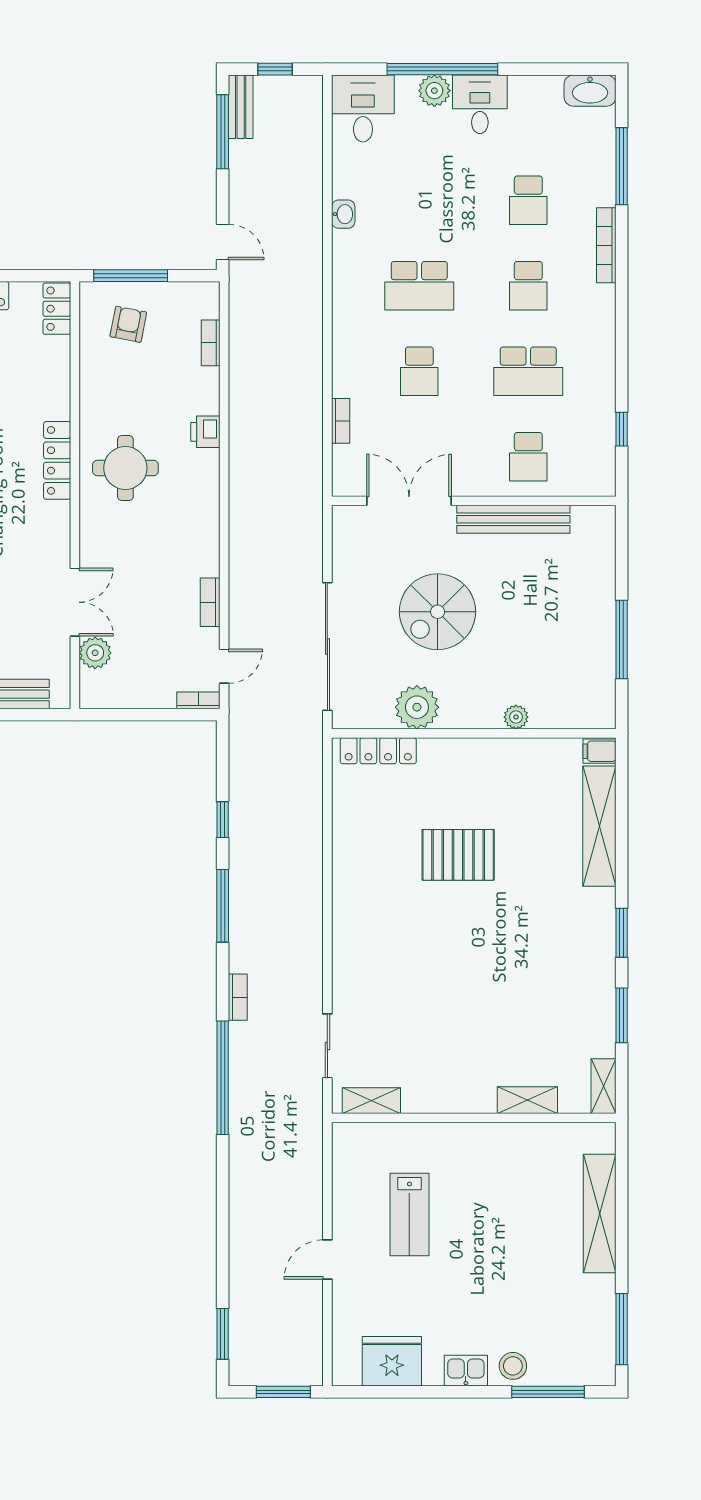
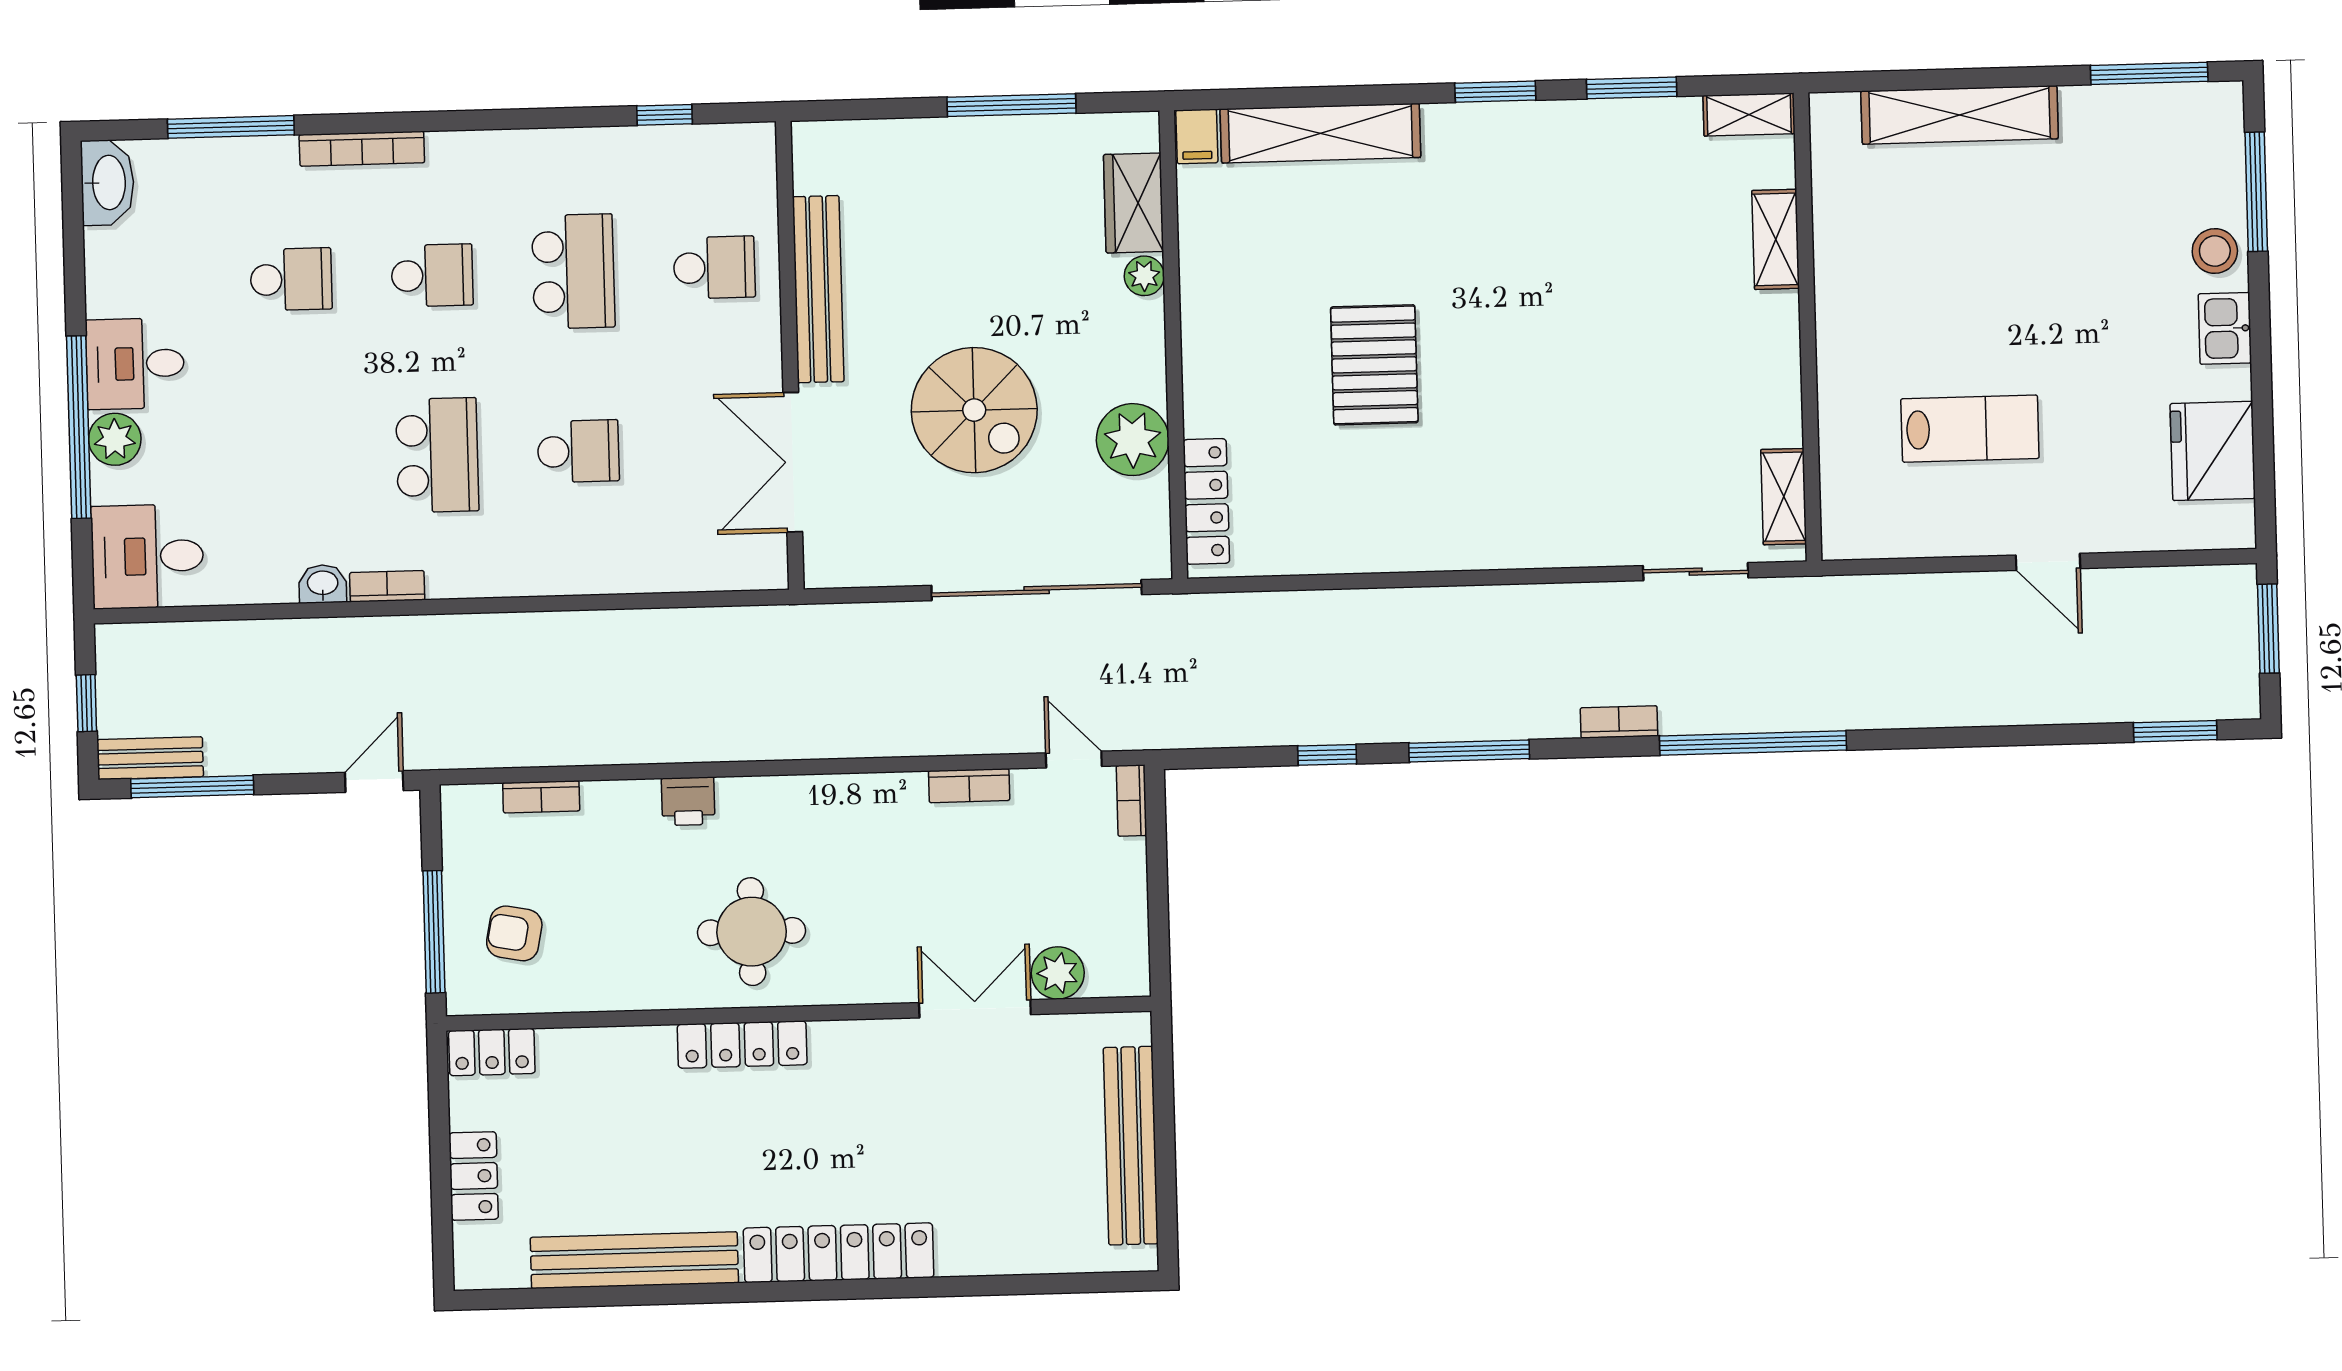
bookcase: (341, 421) -> (387, 586), moved
wardrobe: (560, 712) -> (1133, 203), added

